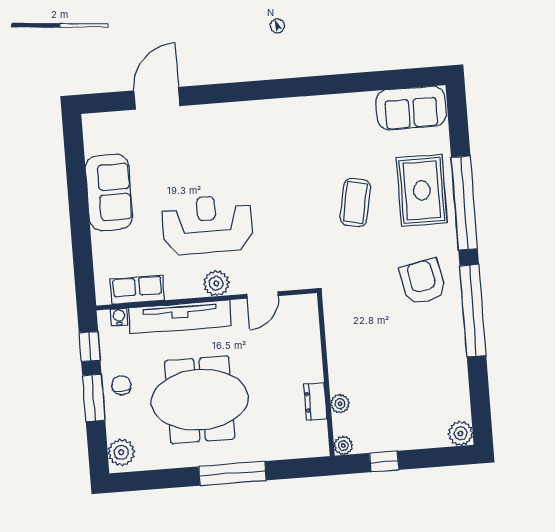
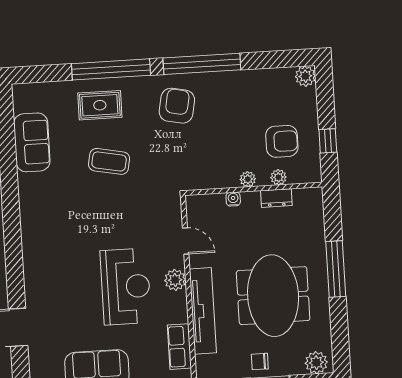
sofa: (411, 108) -> (32, 142), moved
rug: (422, 190) -> (100, 105), width x0.73, depth x0.70
reception desk: (207, 225) -> (126, 287), turned 180
armchair: (423, 282) -> (177, 106), turned 113
water cooler: (119, 317) -> (233, 199), moved, turned 90
armchair: (383, 407) -> (282, 141), added
plant: (343, 446) -> (248, 179), moved

